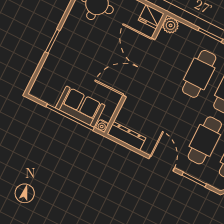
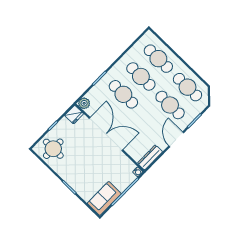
double door: (139, 67) -> (106, 134), swing flipped
sofa: (80, 107) -> (104, 198), moved
door: (162, 163) -> (176, 139), hinge flipped

